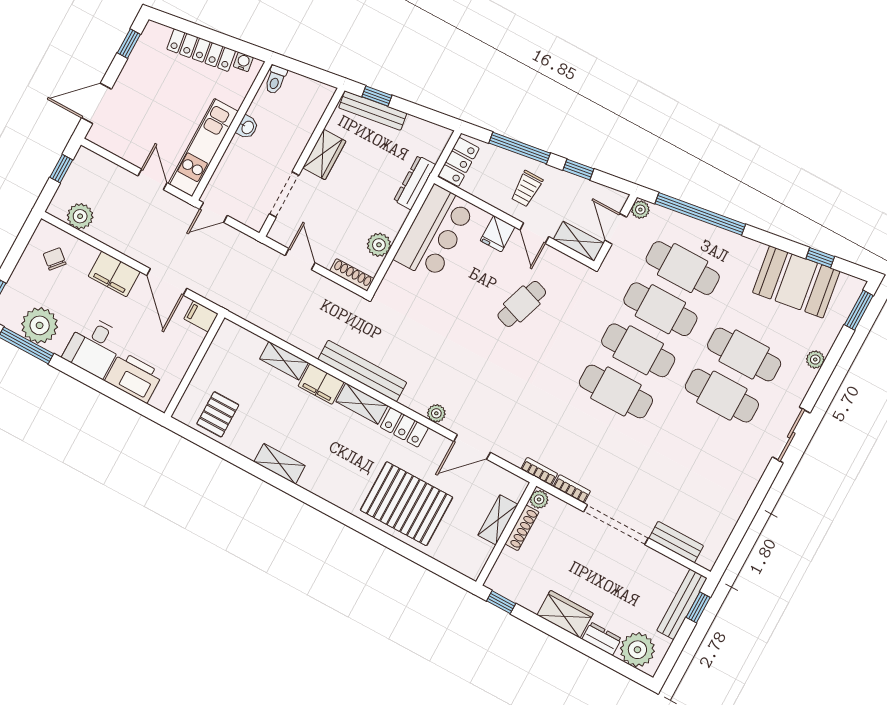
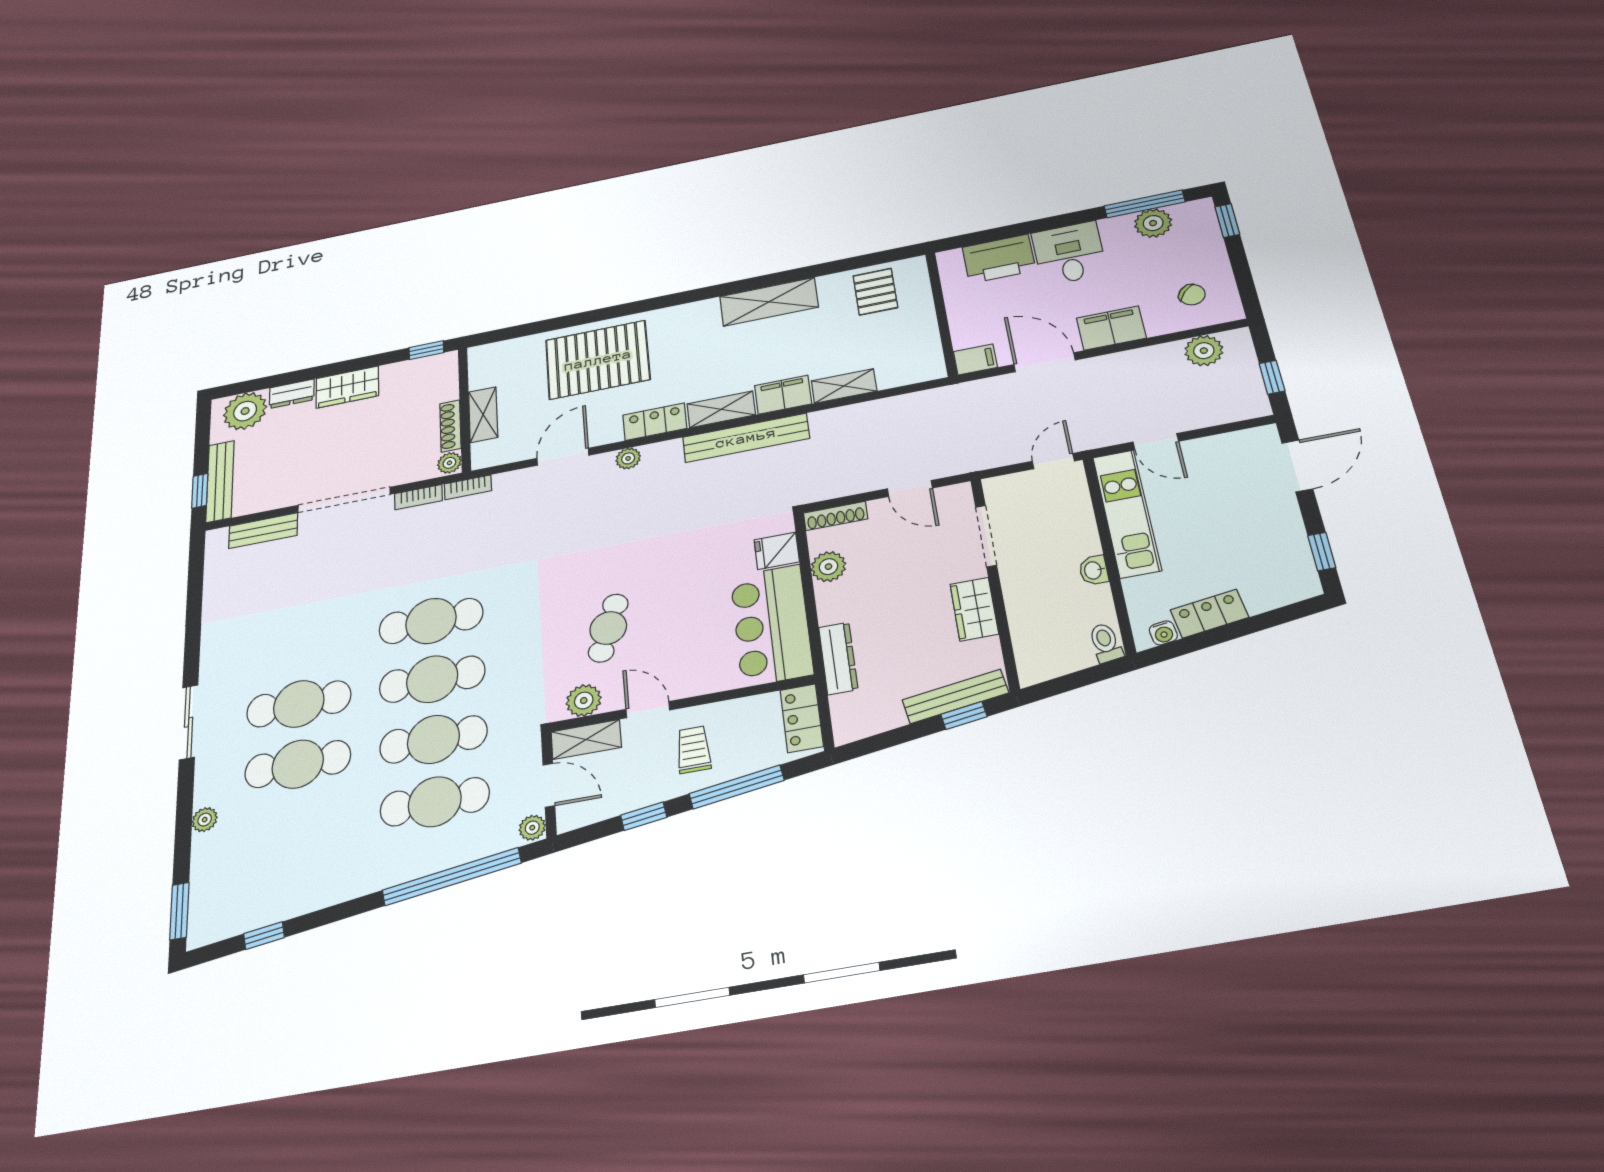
locker: (201, 50) -> (1209, 614), width x0.66
fridge: (498, 234) -> (777, 551), moved, turned -90
plant: (565, 267) -> (584, 701), added
booth: (796, 282) -> (279, 887), removed
plant: (40, 325) -> (1153, 223), width x0.73, depth x0.73
shelving: (280, 464) -> (769, 302), width x1.50, depth x1.33

